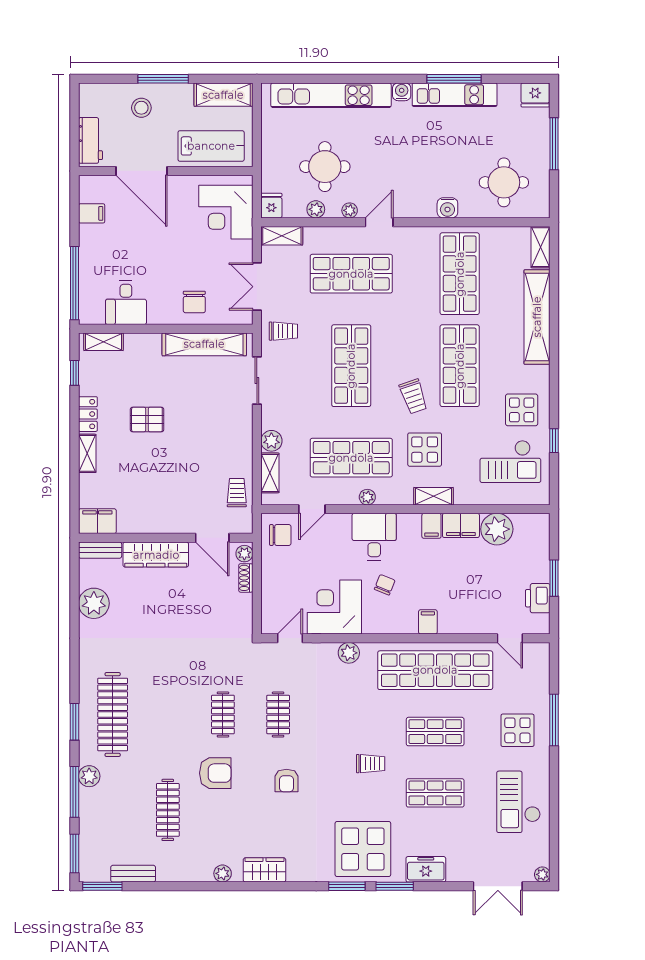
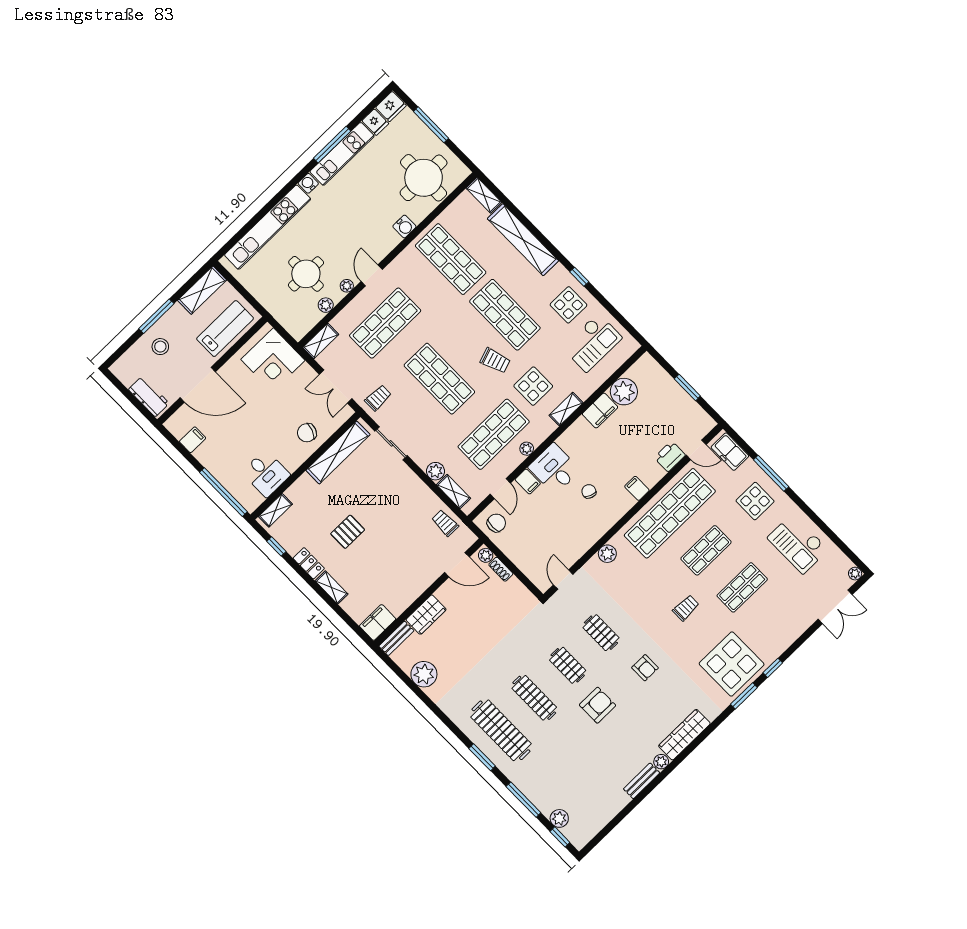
round table: (504, 182) -> (424, 178), width x1.36, depth x1.36
fridge: (271, 206) -> (375, 122), moved, turned 180
chair: (194, 302) -> (307, 433), turned 111
window: (554, 441) -> (579, 277), moved
filing cabinet: (431, 526) -> (528, 481), moved
wardrobe: (156, 555) -> (426, 615), width x0.67
printer: (538, 598) -> (670, 456), moved, turned 90
corner desk: (334, 607) -> (572, 535), removed
plant: (89, 776) -> (559, 818), moved
clothes rail: (168, 810) -> (534, 698), moved
window: (74, 854) -> (560, 837), width x0.67
freezer: (426, 869) -> (730, 452), moved, turned -90
wardrobe: (264, 870) -> (684, 735), width x1.50
bench: (133, 874) -> (642, 781), moved
window: (102, 886) -> (596, 840), removed
window: (395, 886) -> (773, 668), width x0.67

